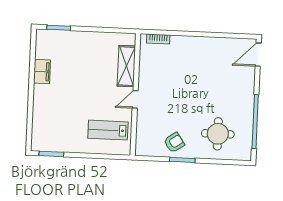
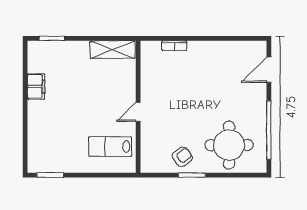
bookcase: (158, 39) -> (174, 46), moved
door: (258, 55) -> (269, 70), moved
shelving: (126, 66) -> (113, 50), moved, turned 90
round table: (218, 134) -> (229, 145), width x1.36, depth x1.36

